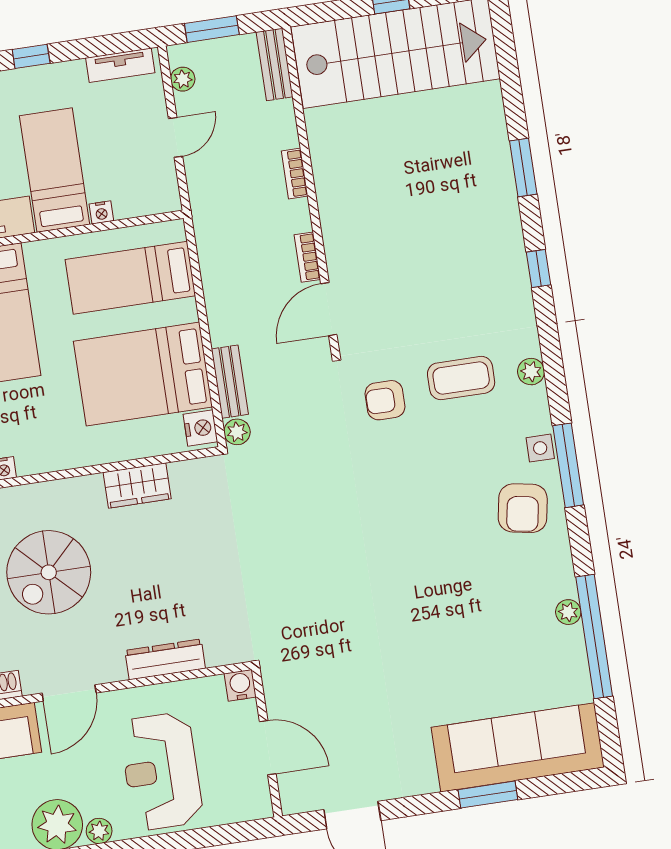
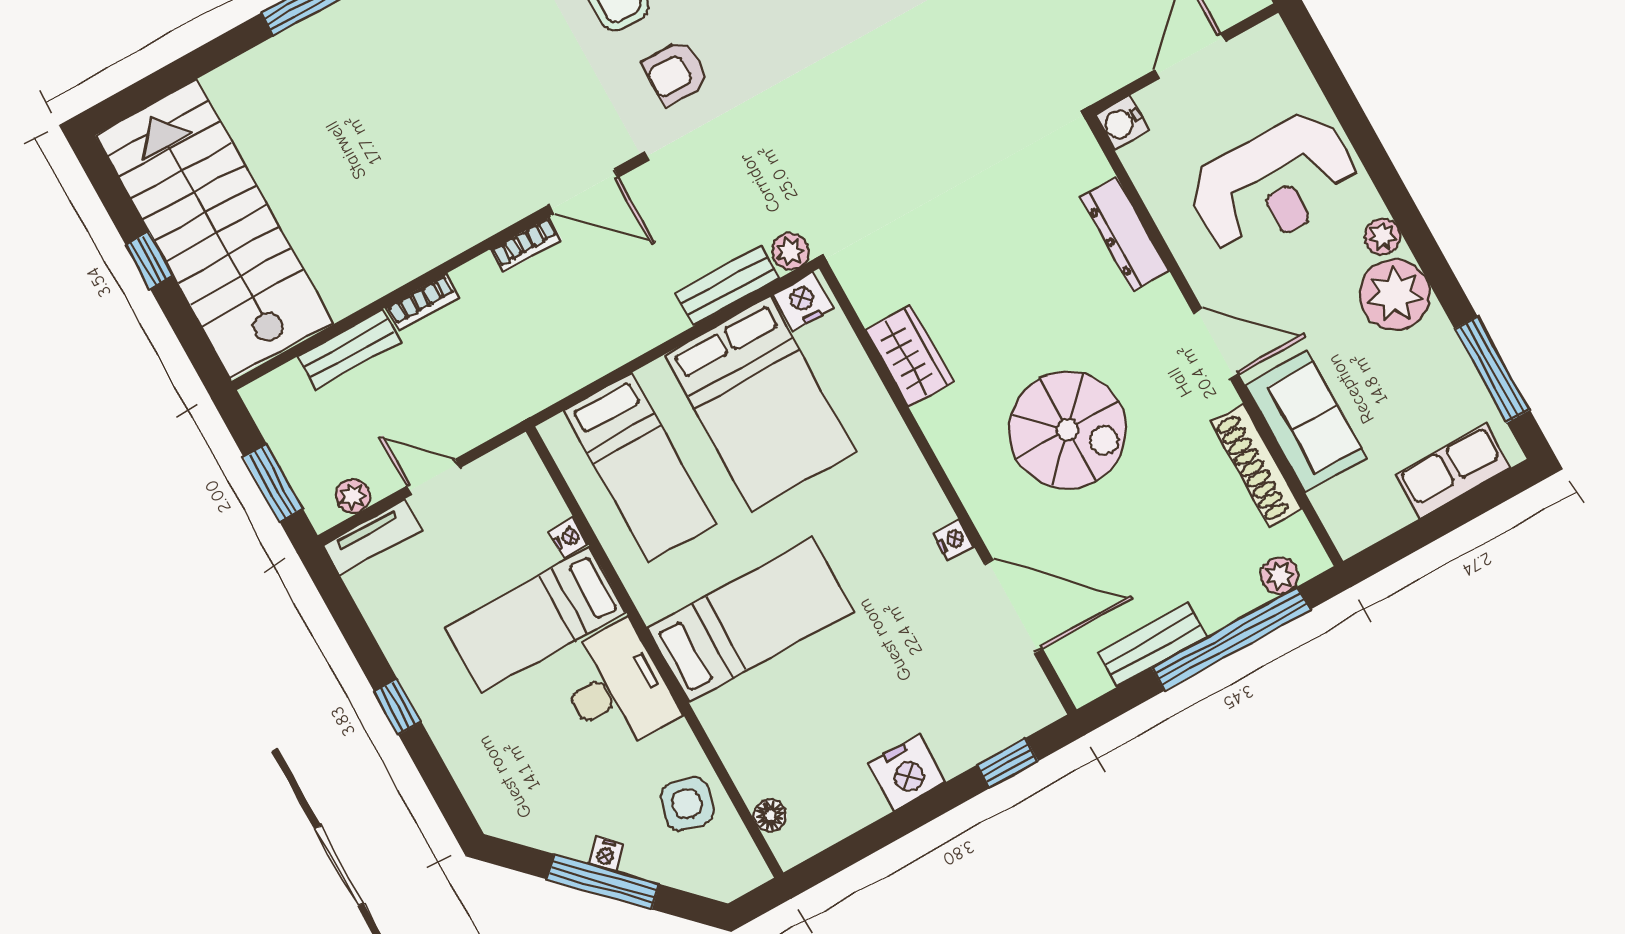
bench: (274, 64) -> (349, 349), moved
tv unit: (120, 65) -> (372, 537), moved, turned 90
armchair: (385, 400) -> (676, 72), turned 90

